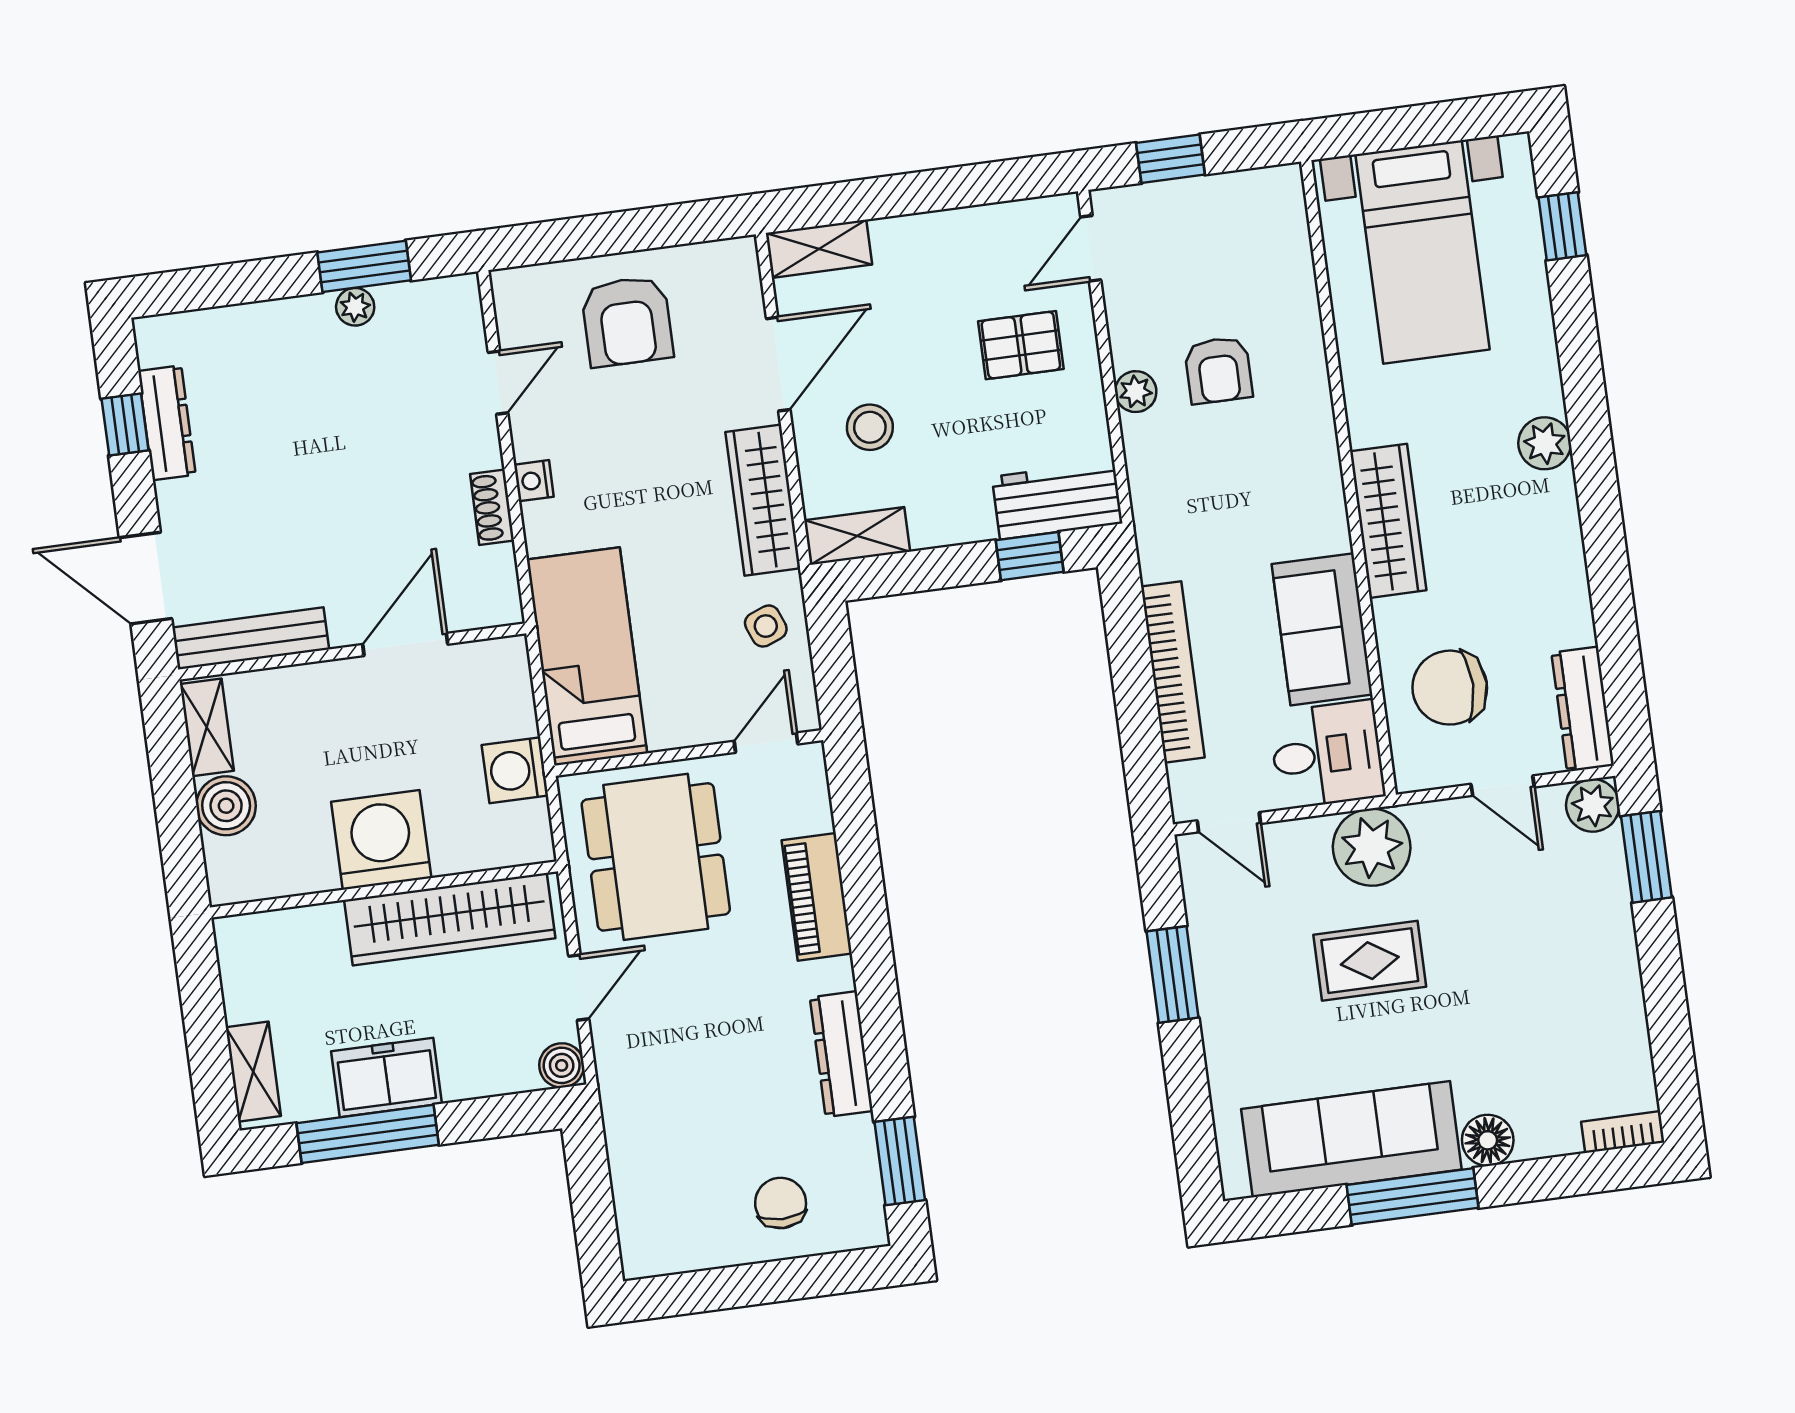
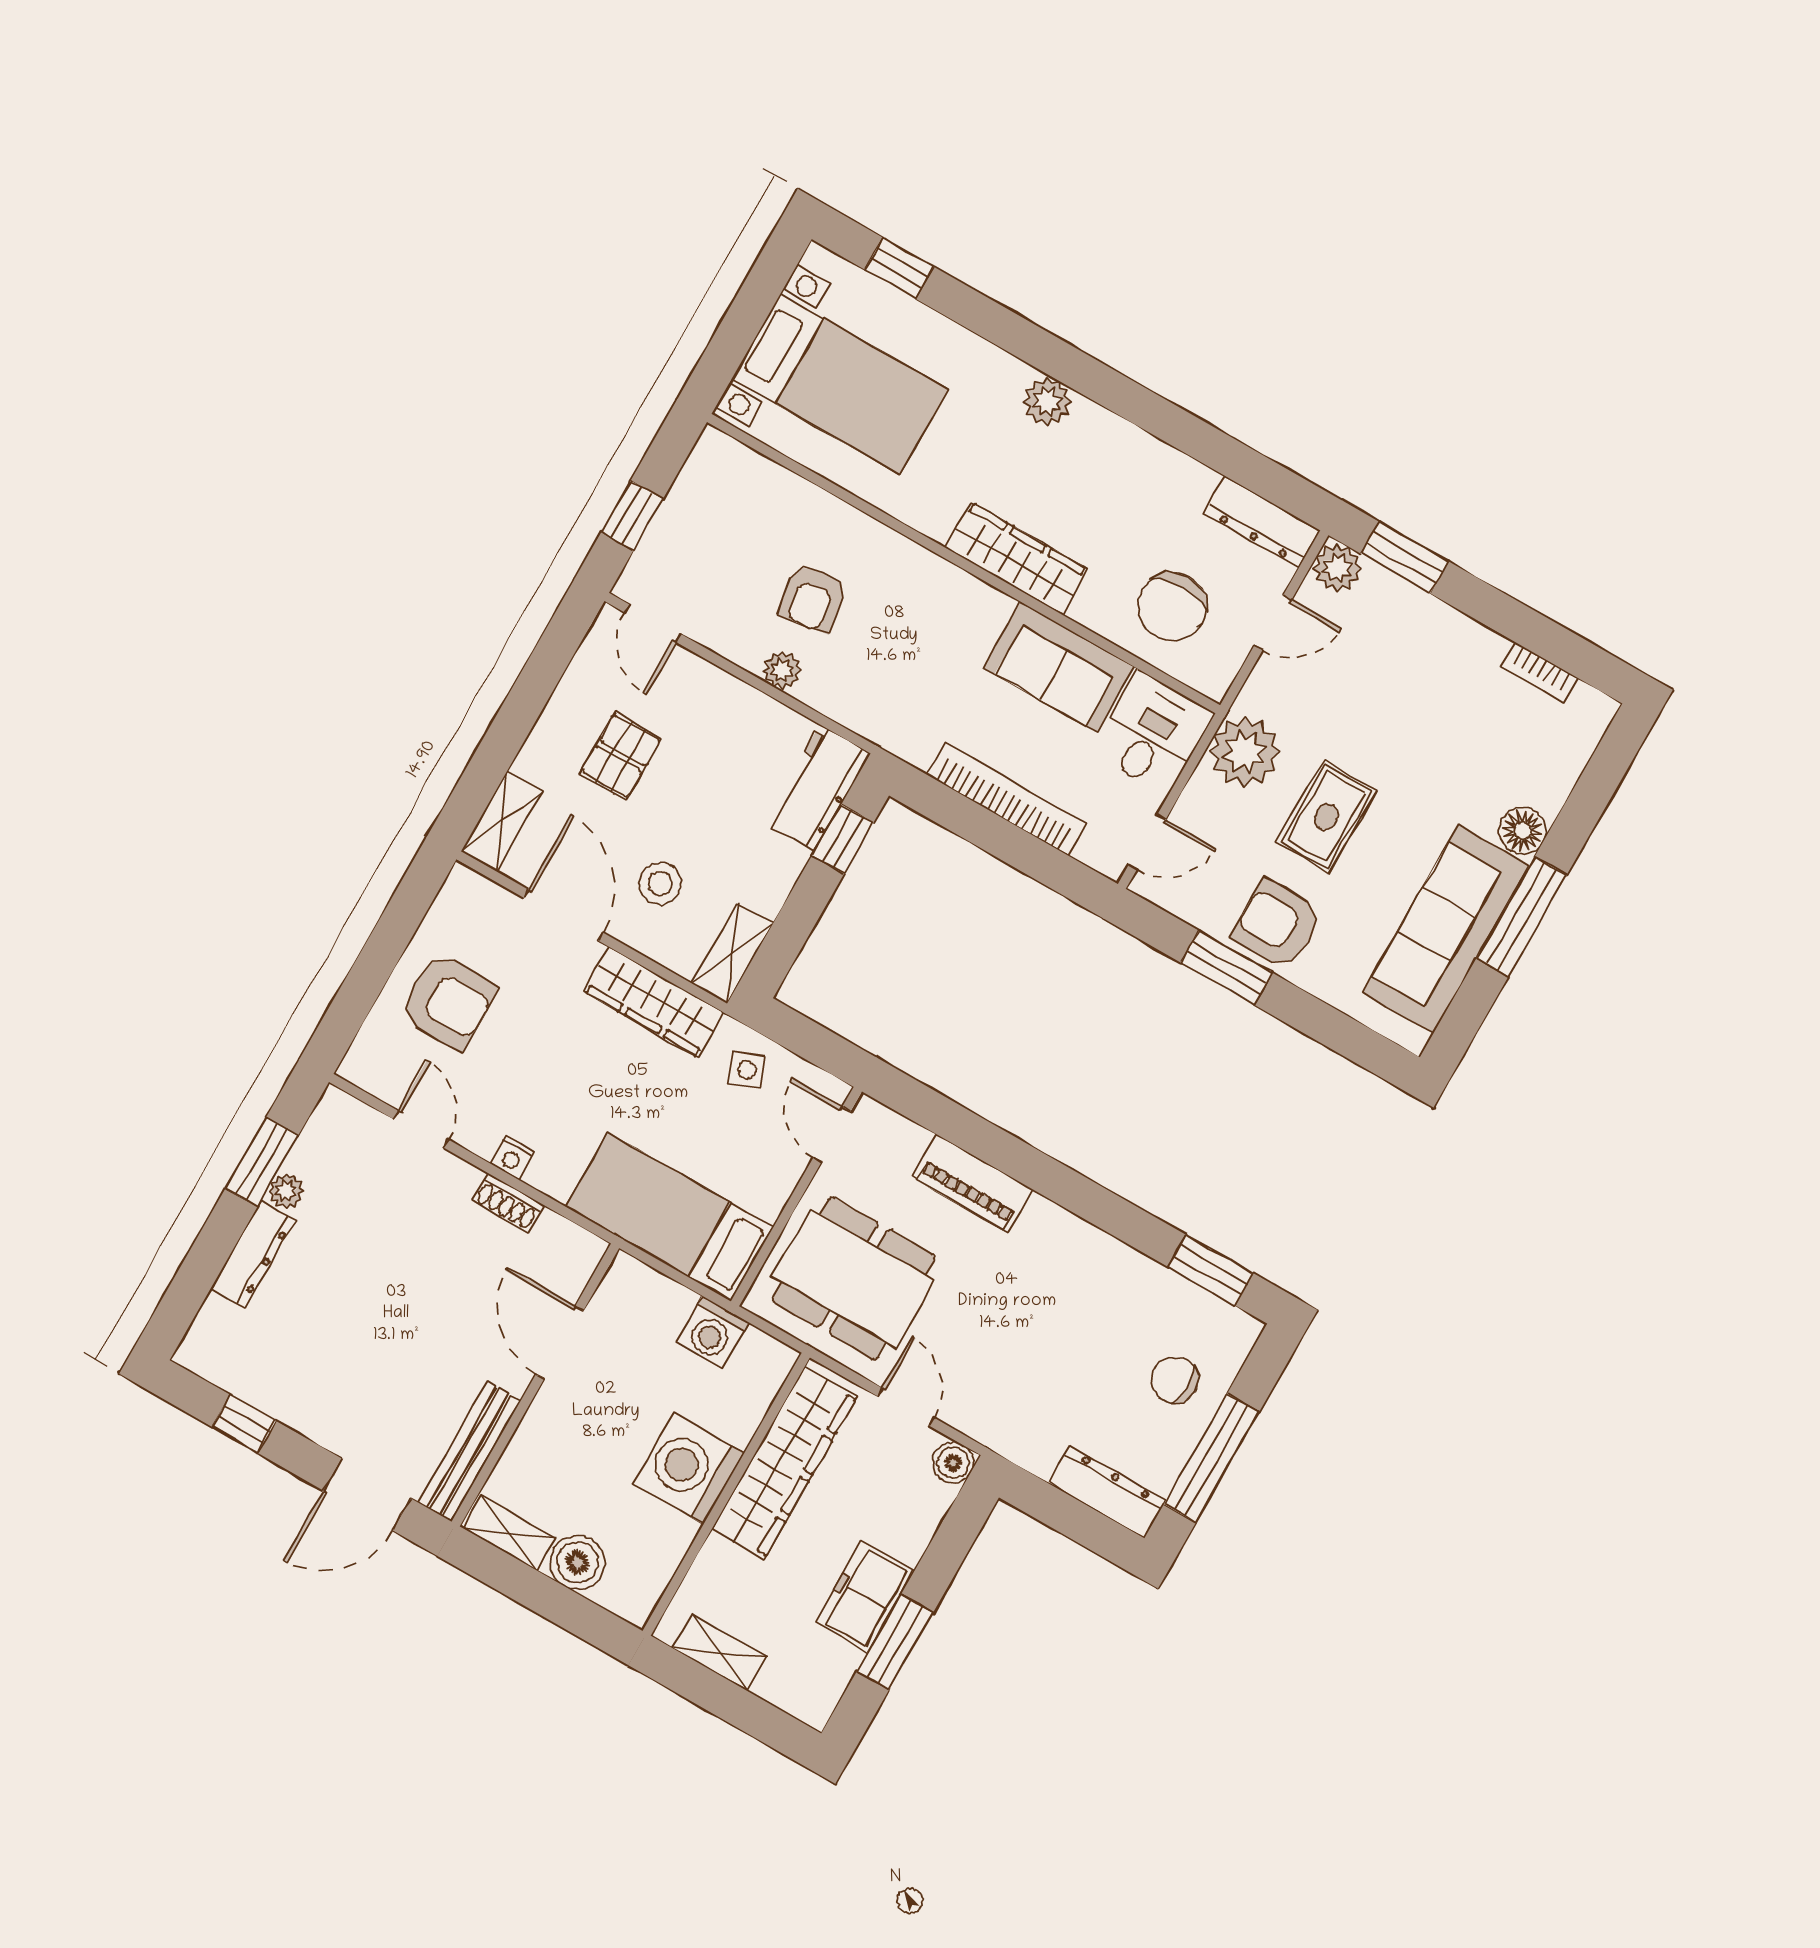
pallet: (1021, 345) -> (621, 756), moved
armchair: (1218, 370) -> (813, 598), turned 81
dresser: (167, 423) -> (253, 1254), moved, turned 90
armchair: (1244, 990) -> (1277, 924), added
dresser: (841, 1054) -> (1107, 1492), moved, turned 180
shelving: (253, 1072) -> (720, 1653), moved
bookcase: (1623, 1132) -> (1539, 673), moved, turned -90
window: (368, 1134) -> (895, 1642), width x0.69
window: (737, 1287) -> (1211, 1458), added

